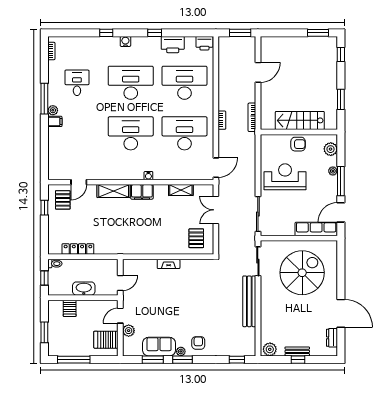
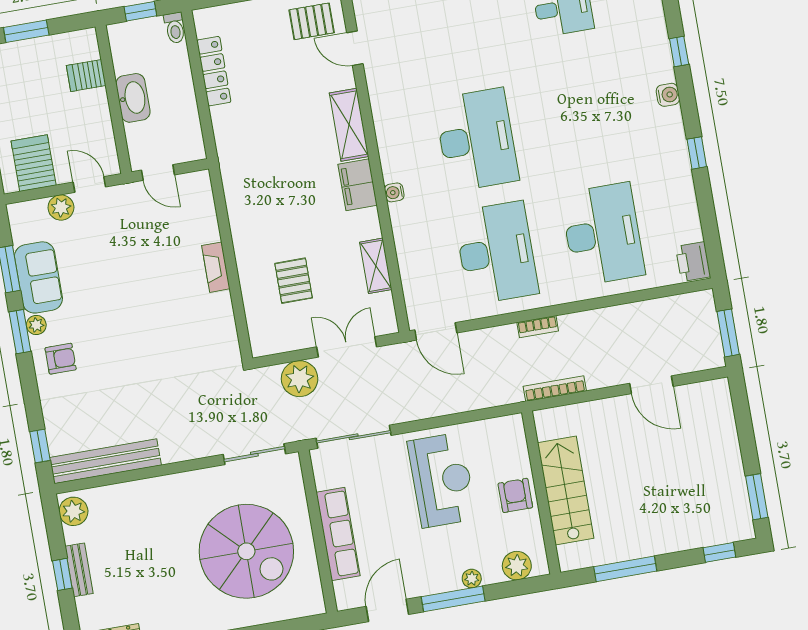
printer: (173, 45) -> (679, 195), removed
desk: (131, 83) -> (583, 121), removed
window: (341, 99) -> (625, 569), width x1.44
armchair: (298, 144) -> (515, 495), turned 180
door: (341, 212) -> (387, 610), hinge flipped
row of seats: (316, 229) -> (338, 534), moved
plant: (227, 234) -> (300, 379), added
pallet: (196, 238) -> (294, 281), moved, turned 90
bench: (249, 301) -> (105, 461), moved

